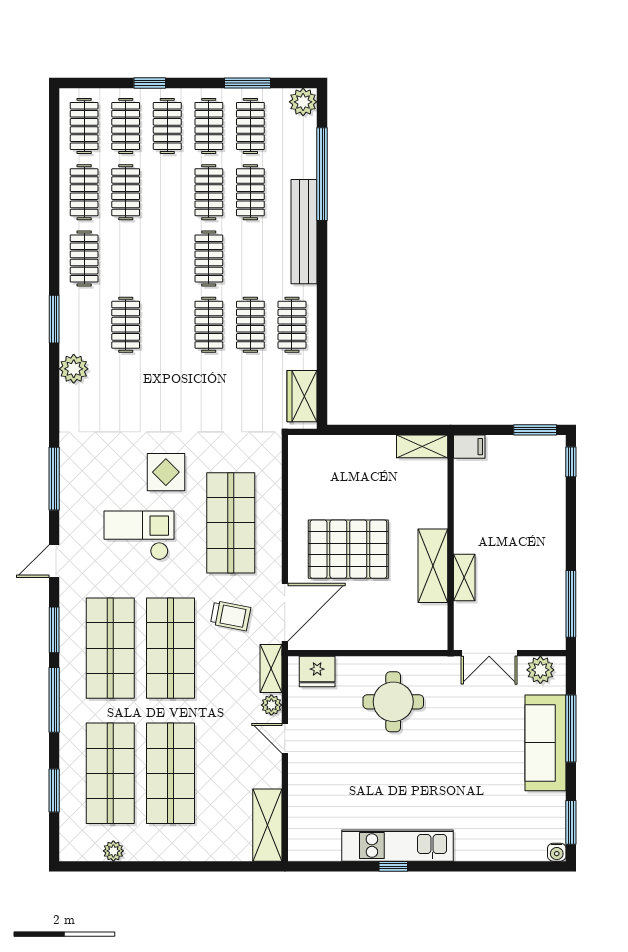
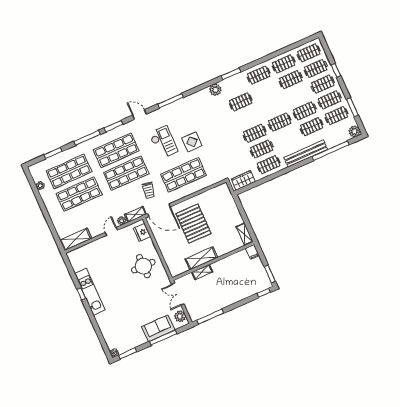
sofa: (545, 743) -> (158, 328), width x0.73

